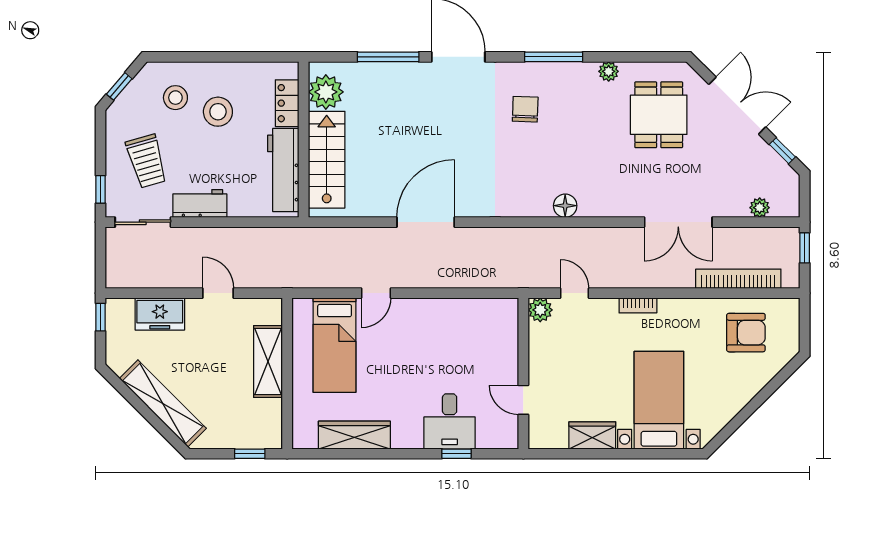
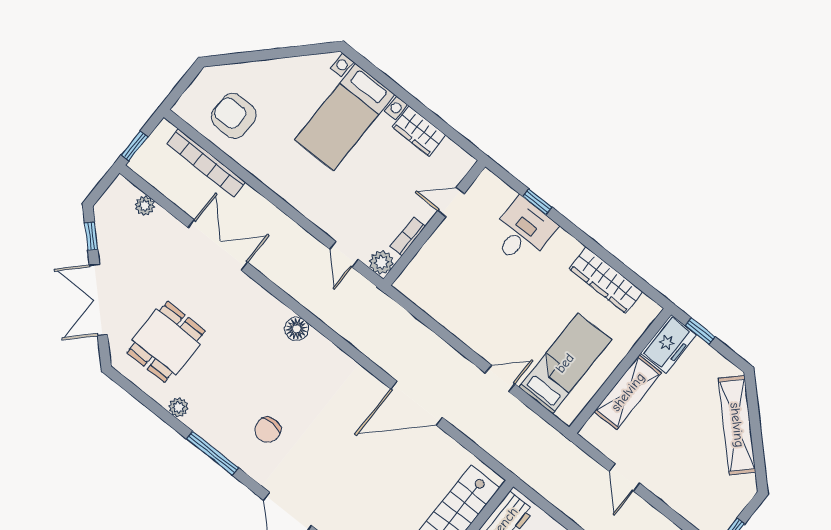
bookcase: (638, 305) -> (408, 236), moved, turned -90
freezer: (160, 314) -> (668, 344), moved, turned 90
door: (523, 400) -> (451, 202), swing flipped

